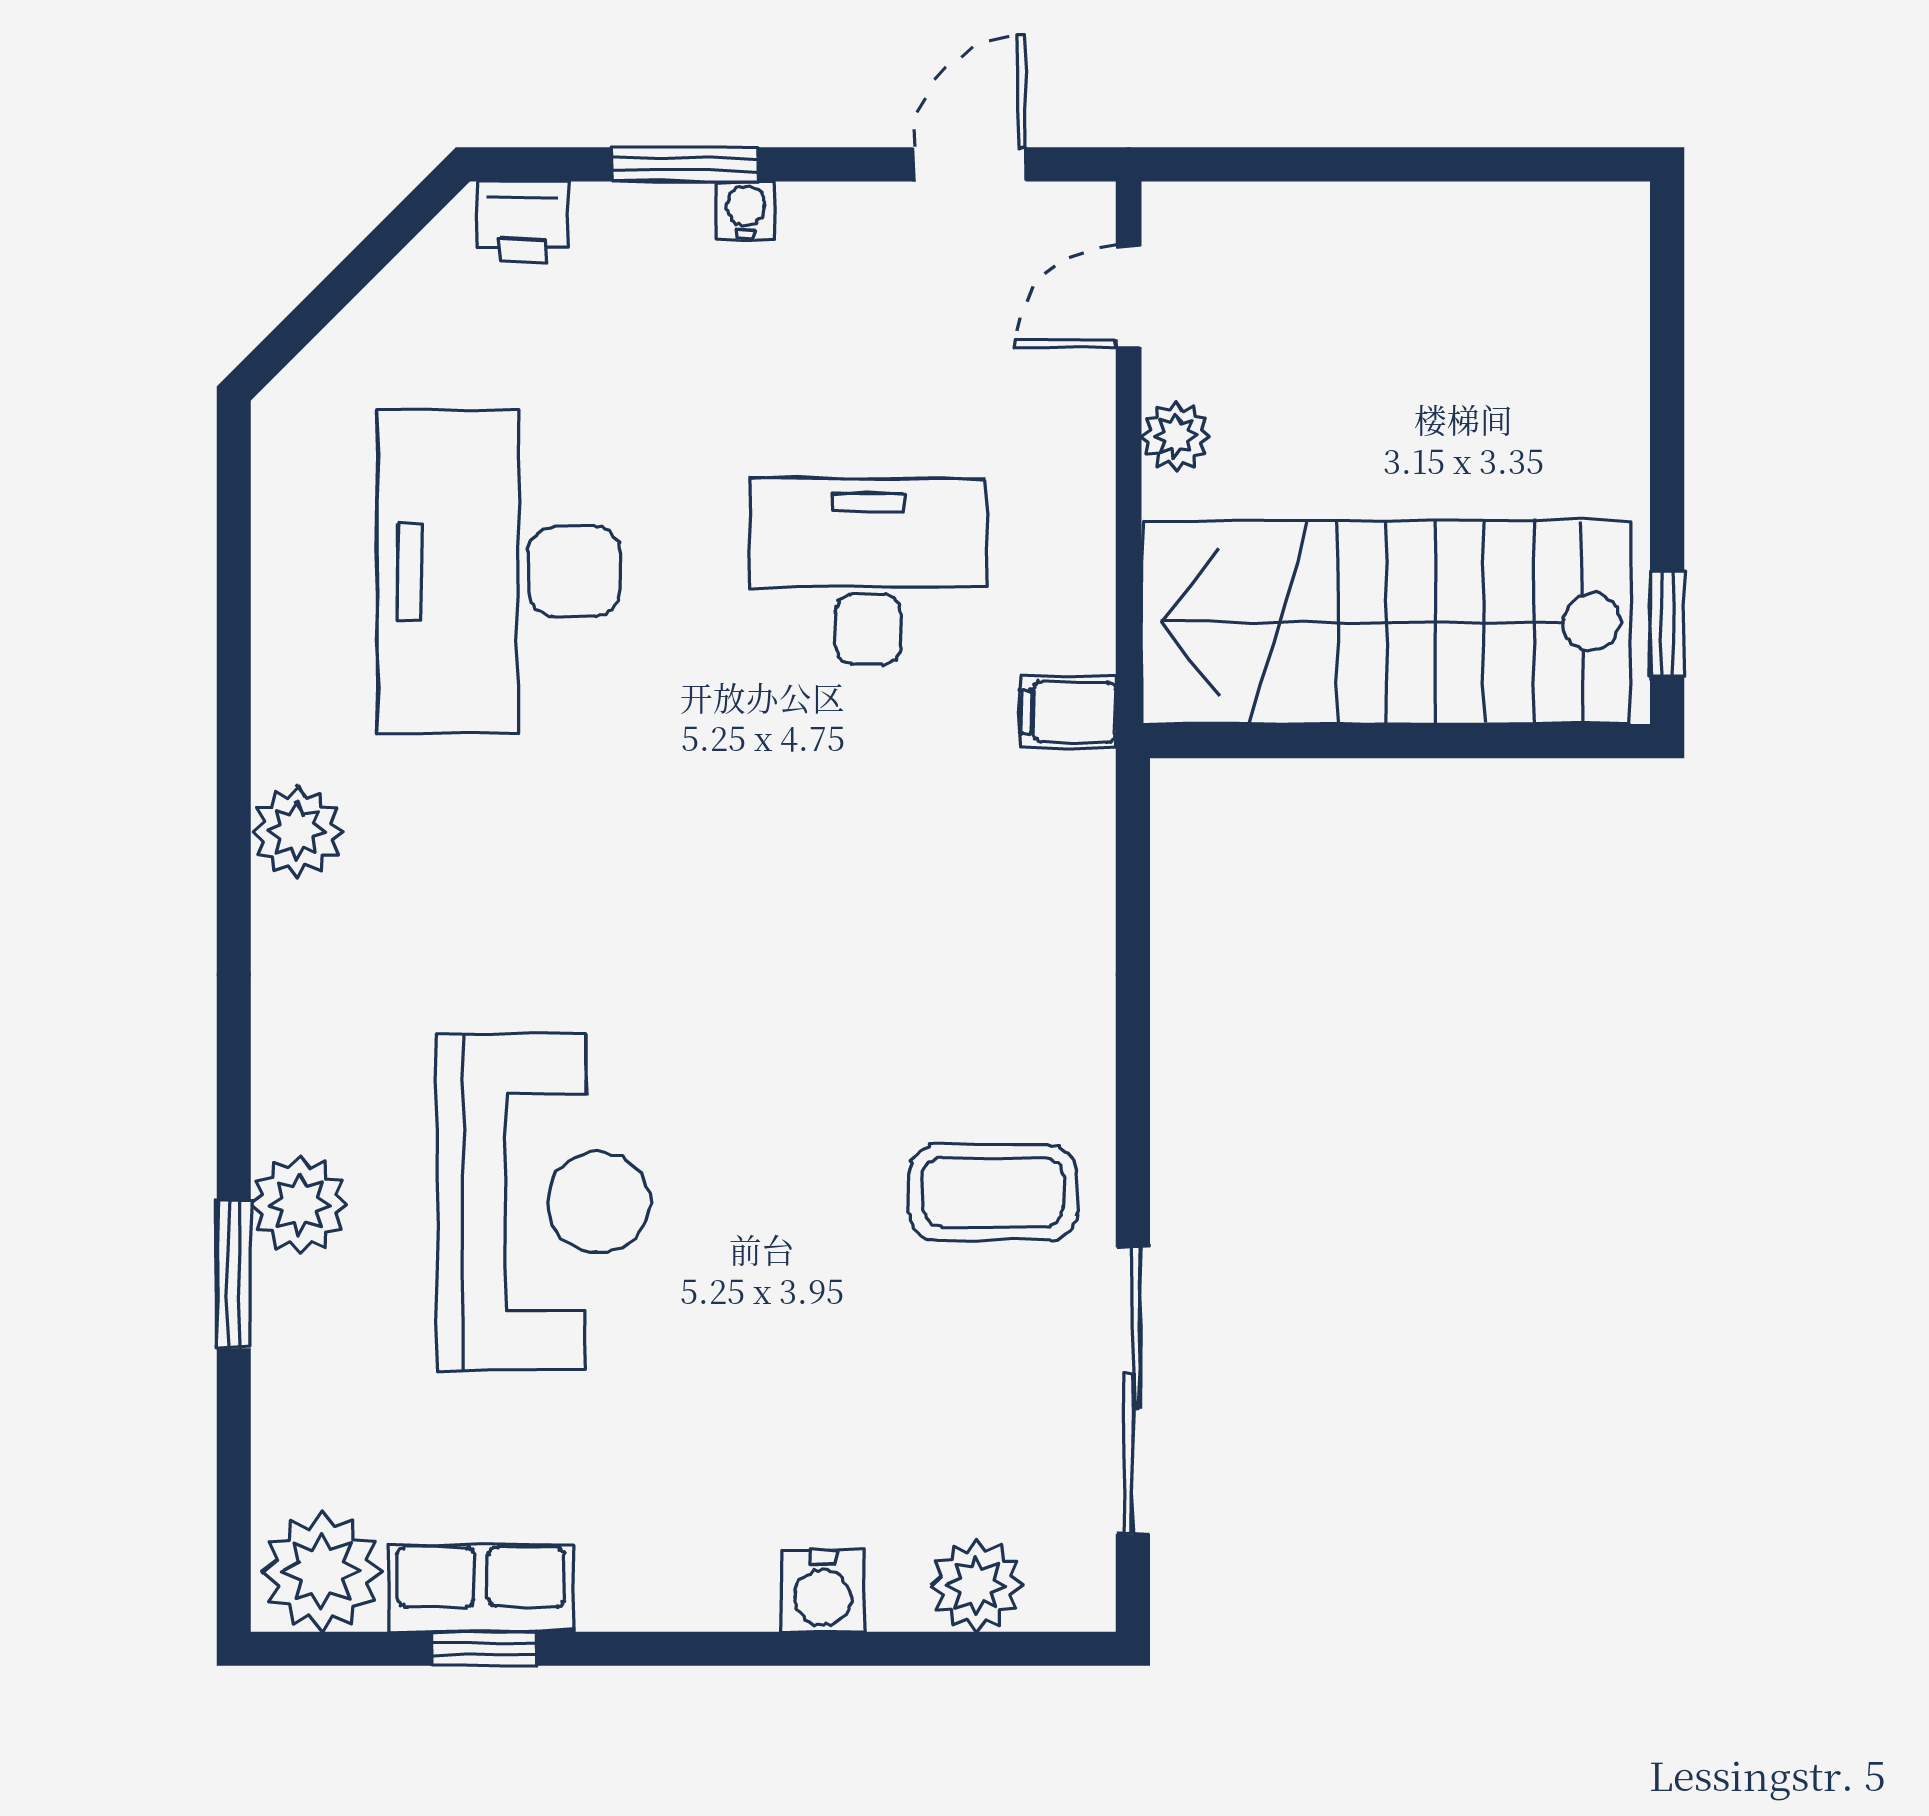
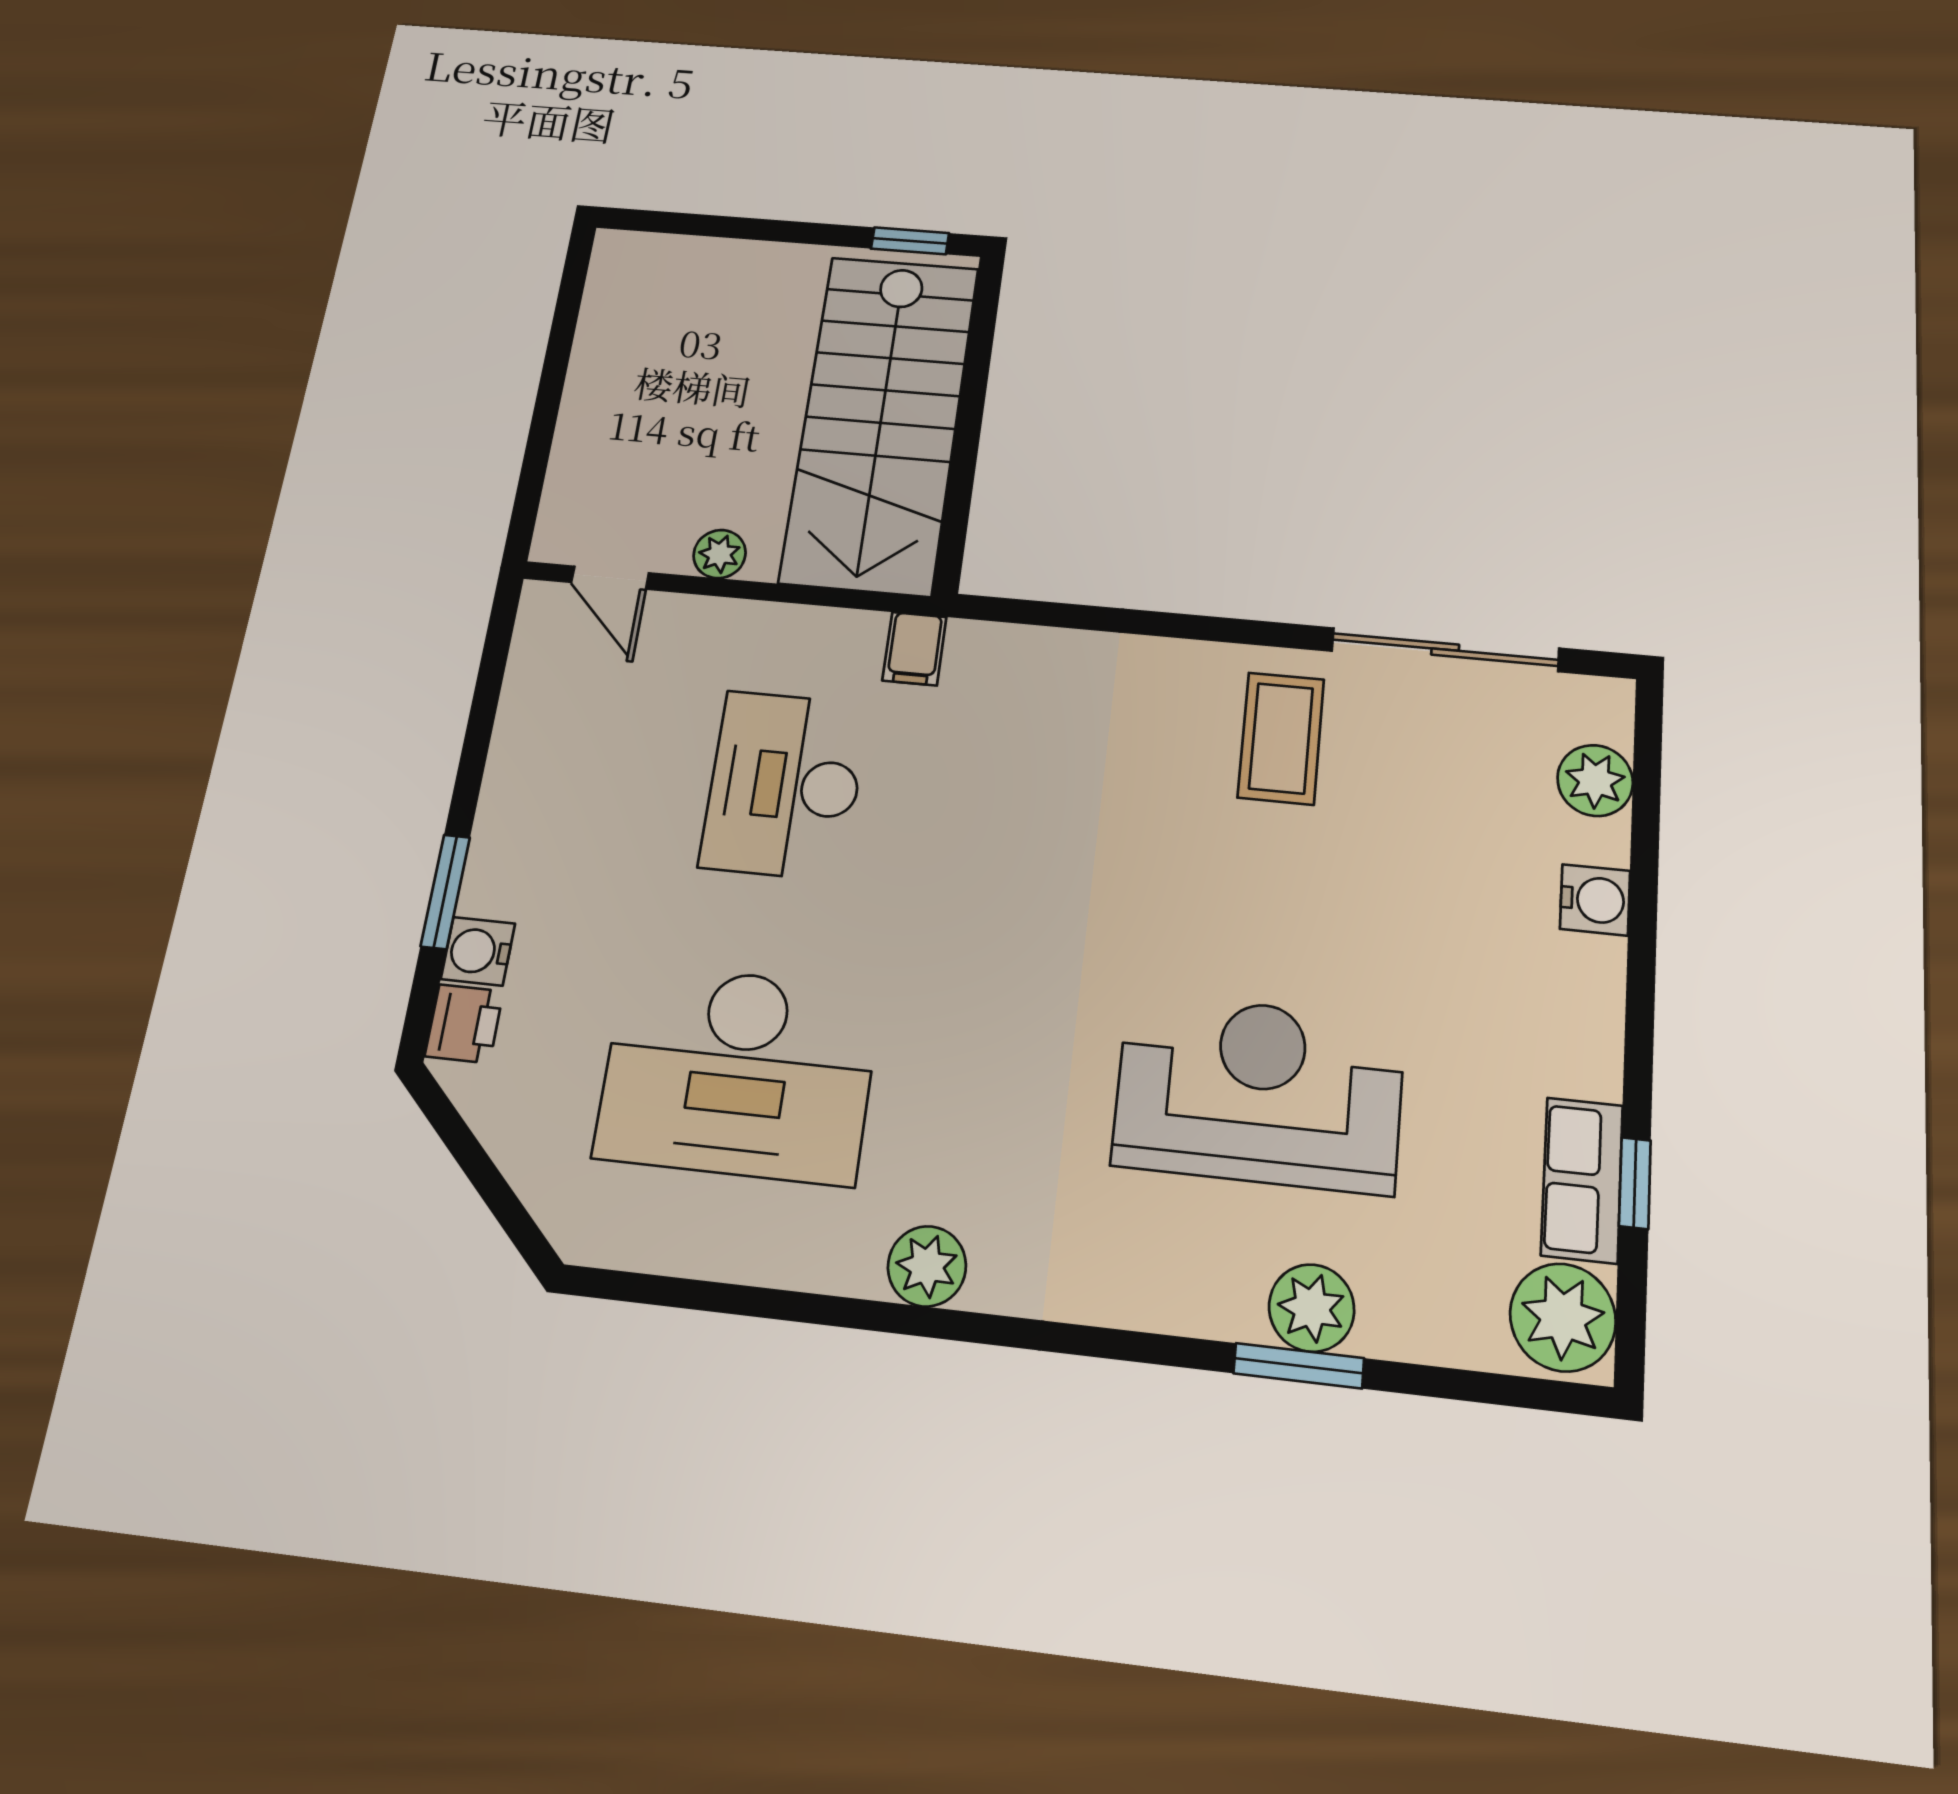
door: (969, 164) -> (489, 681), removed
water cooler: (746, 210) -> (478, 951), moved, width x1.38, depth x1.38
plant: (300, 1205) -> (1312, 1308), moved

